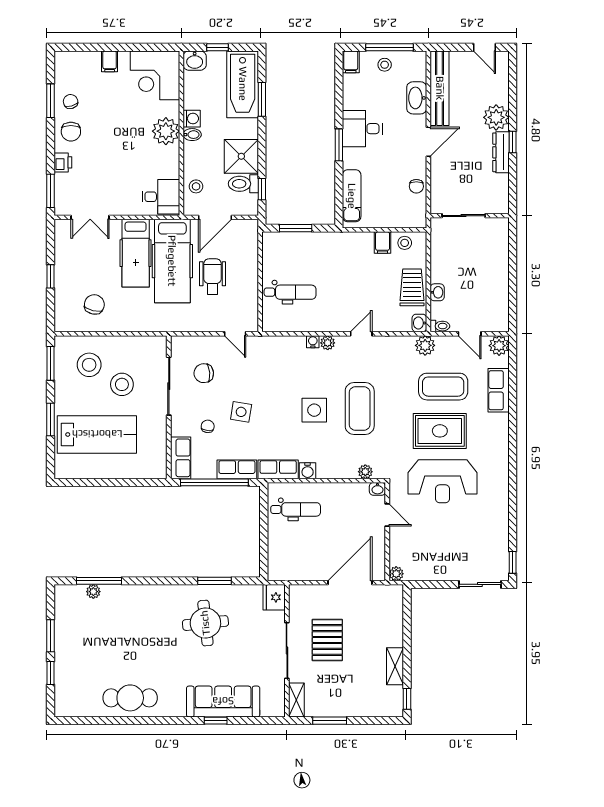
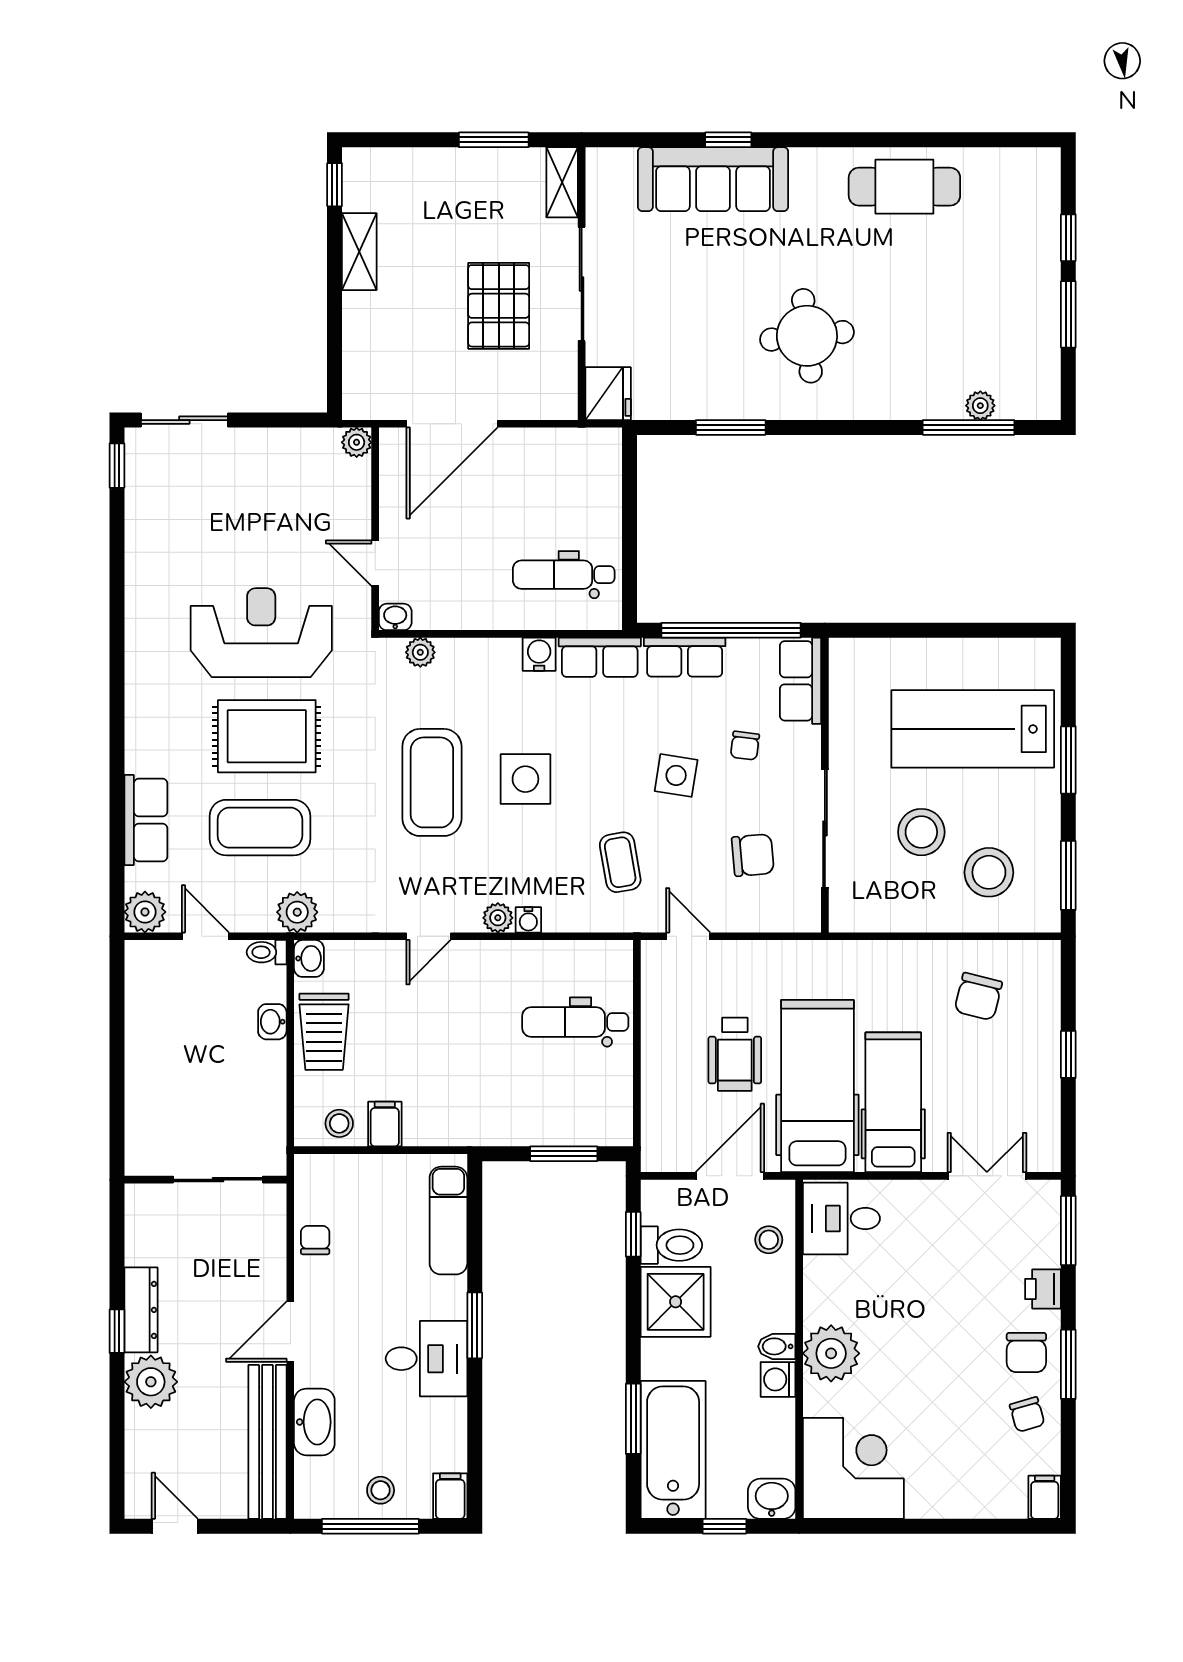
filing cabinet: (110, 61) -> (1045, 1497), moved
window: (51, 101) -> (1068, 1364), moved
chair: (71, 132) -> (1026, 1352), turned 180
coffee table: (268, 370) -> (620, 862), added
round table: (205, 623) -> (807, 336), moved

